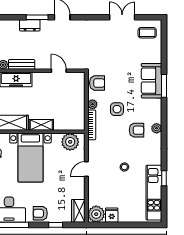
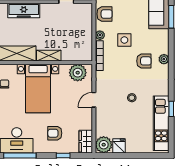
armchair: (40, 213) -> (55, 133), moved

